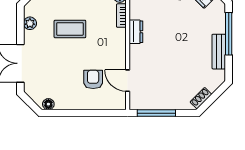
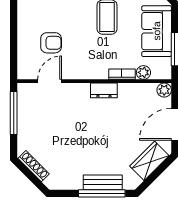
bench: (219, 52) -> (103, 182), moved
shoe rack: (201, 98) -> (34, 166), width x1.43

